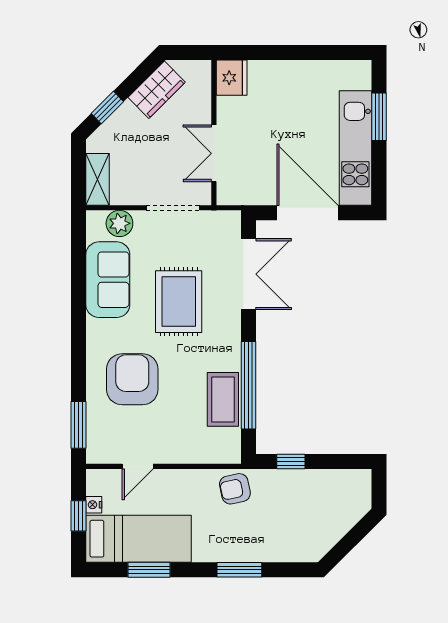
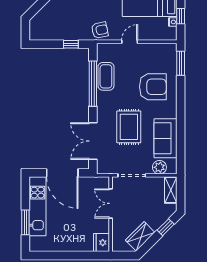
double door: (214, 153) -> (111, 203), swing flipped
armchair: (132, 379) -> (153, 87), turned -90
door: (138, 466) -> (130, 42), moved

